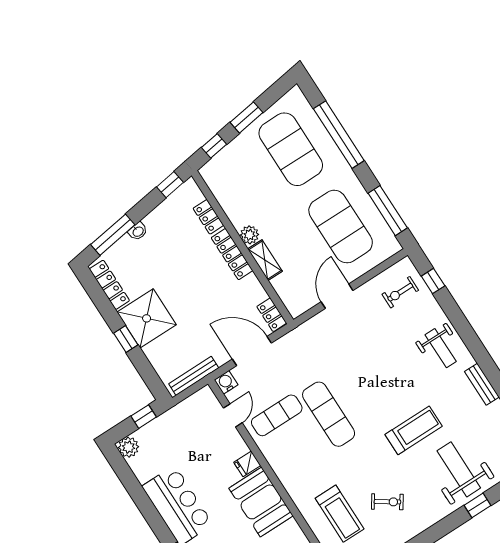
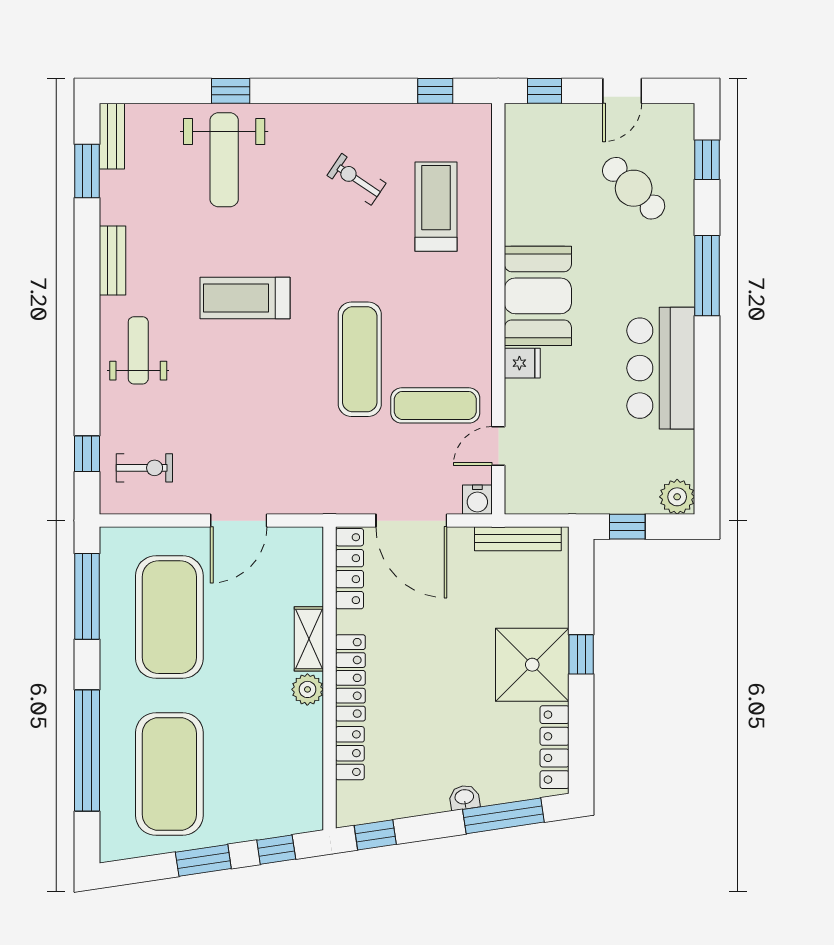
locker: (272, 315) -> (349, 569), width x1.53
treadmill: (414, 430) -> (245, 298), moved

